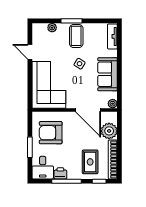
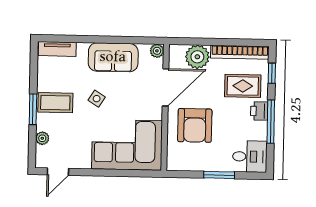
door: (30, 52) -> (58, 172), moved
armchair: (51, 133) -> (195, 125), moved
printer: (60, 173) -> (259, 111), moved

